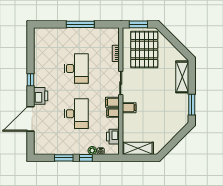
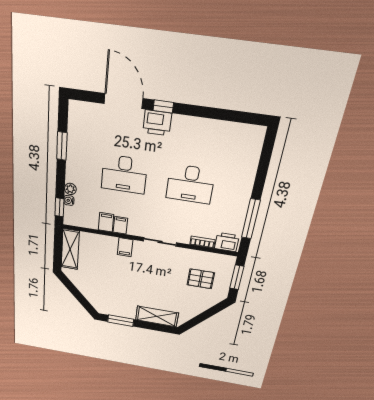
window: (80, 24) -> (251, 219), moved
pallet: (144, 49) -> (201, 279), width x0.49, depth x0.50
window: (31, 80) -> (163, 106), moved
filing cabinet: (112, 102) -> (106, 222), moved
printer: (113, 137) -> (227, 242), moved
window: (86, 158) -> (59, 207), moved

